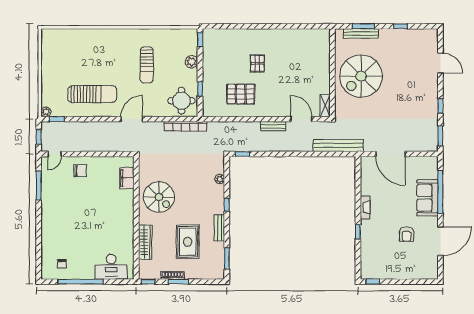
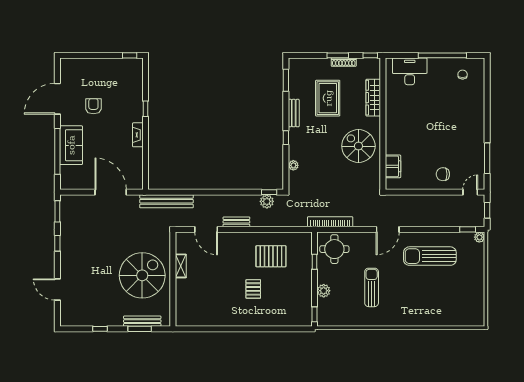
shelving: (325, 106) -> (181, 266), moved
plant: (245, 145) -> (267, 201), added

